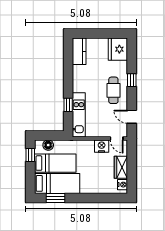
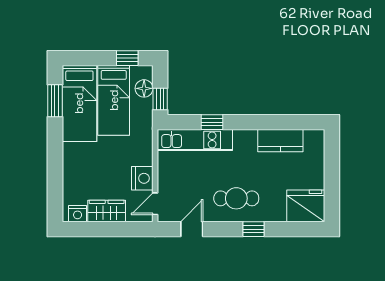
kitchen counter: (79, 51) -> (280, 141), moved
window: (54, 136) -> (160, 99), added

